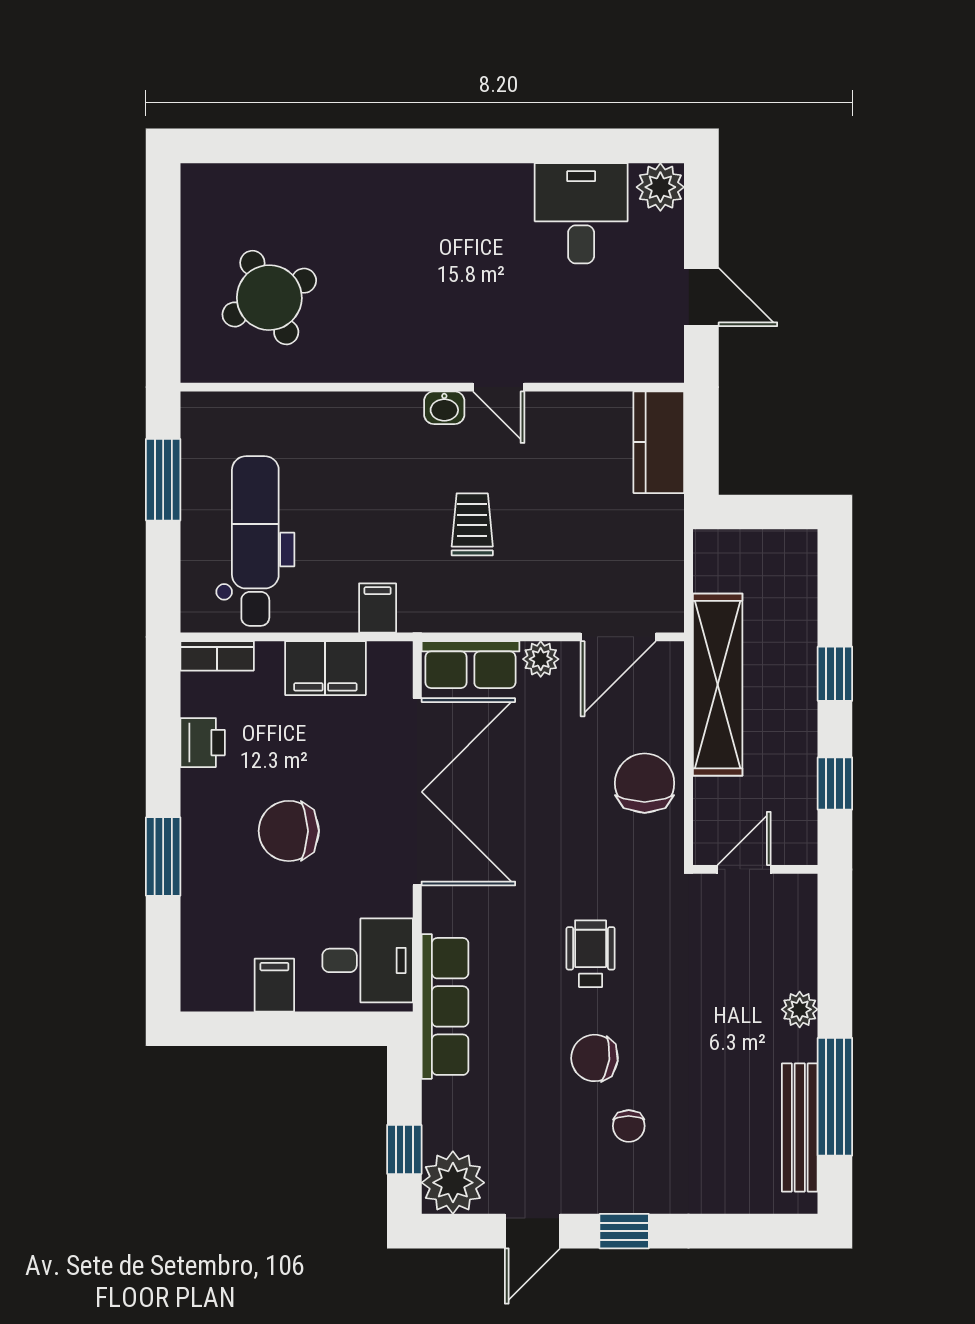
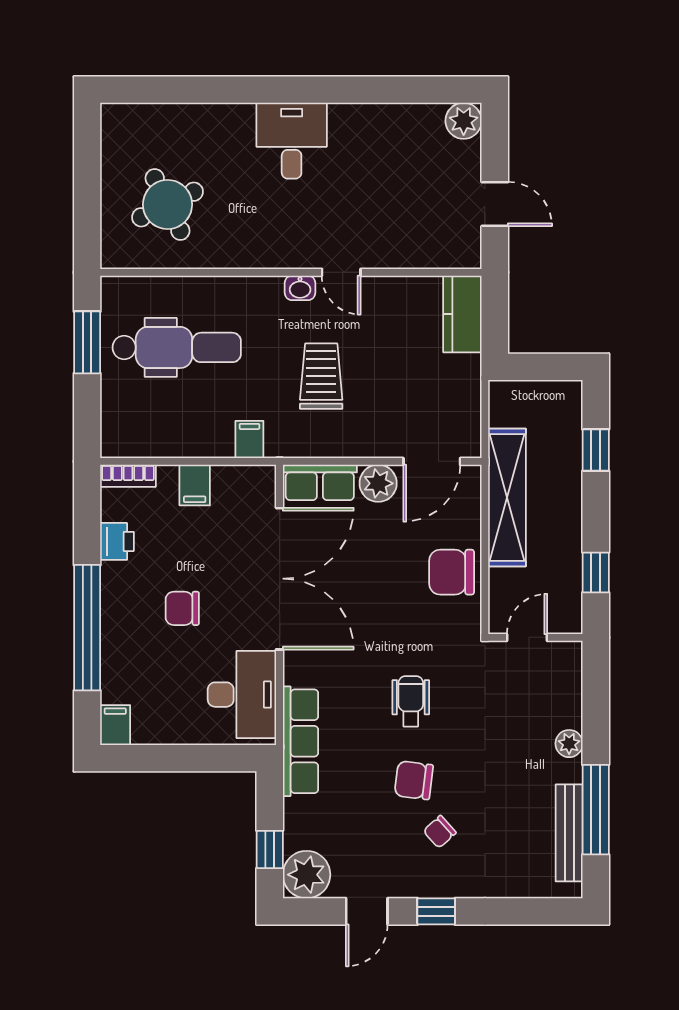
desk: (581, 213) -> (292, 141), moved
trolley: (472, 524) -> (321, 376), width x1.36, depth x1.39
dental chair: (255, 541) -> (177, 347), moved, turned 90
plant: (541, 659) -> (378, 483), width x1.38, depth x1.38
filing cabinet: (325, 668) -> (195, 485), width x0.50
window: (835, 674) -> (596, 450), moved
chair: (645, 783) -> (452, 572), turned -90
chair: (289, 831) -> (182, 608), width x0.73, depth x0.73
window: (163, 856) -> (87, 628), width x2.11
desk: (368, 960) -> (242, 695), width x1.37
filing cabinet: (274, 985) -> (115, 725), moved
chair: (629, 1126) -> (440, 832), turned 48

